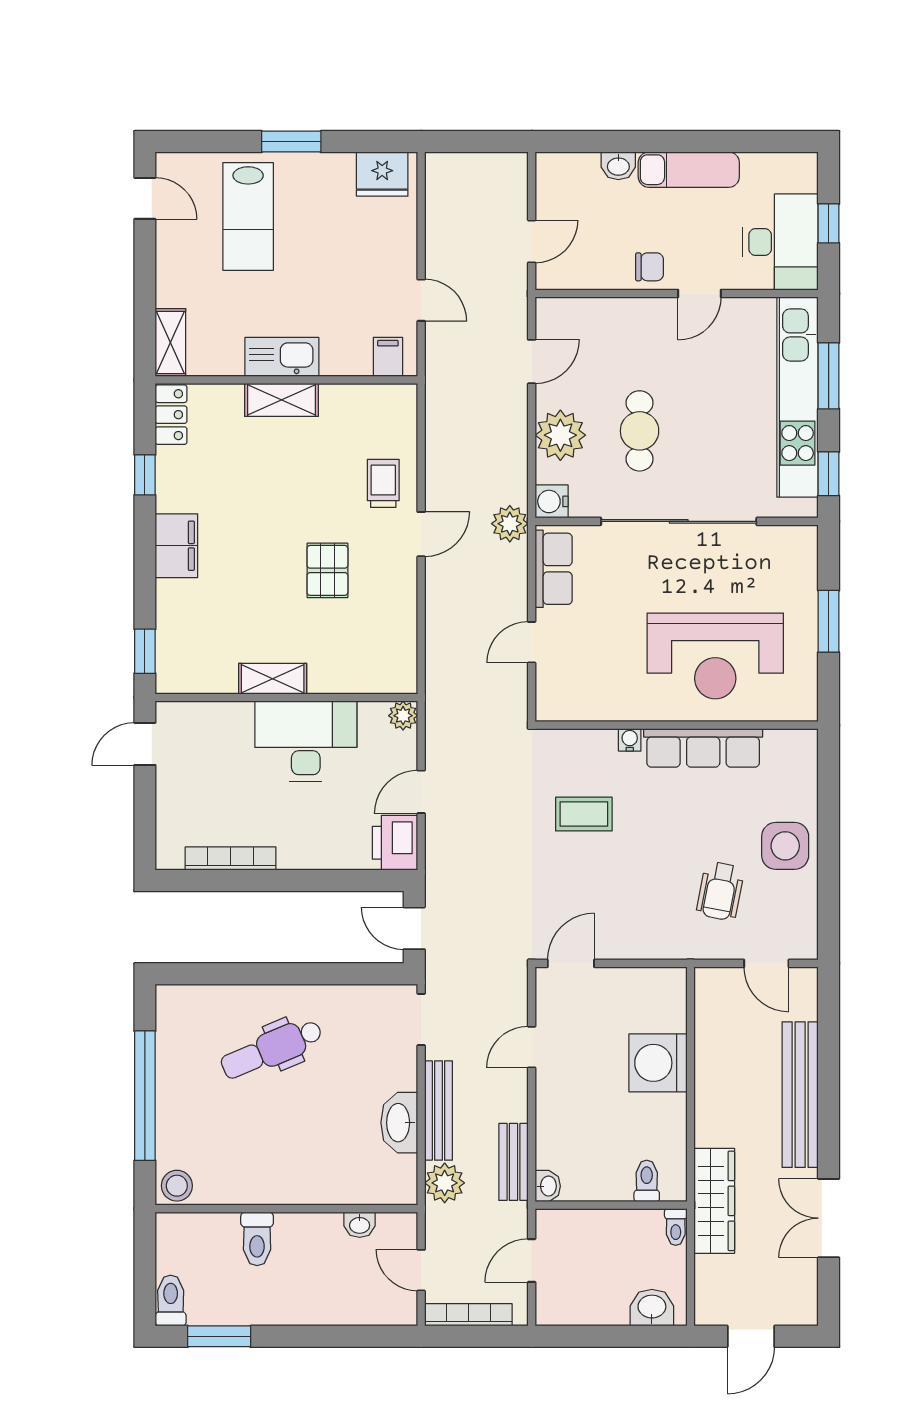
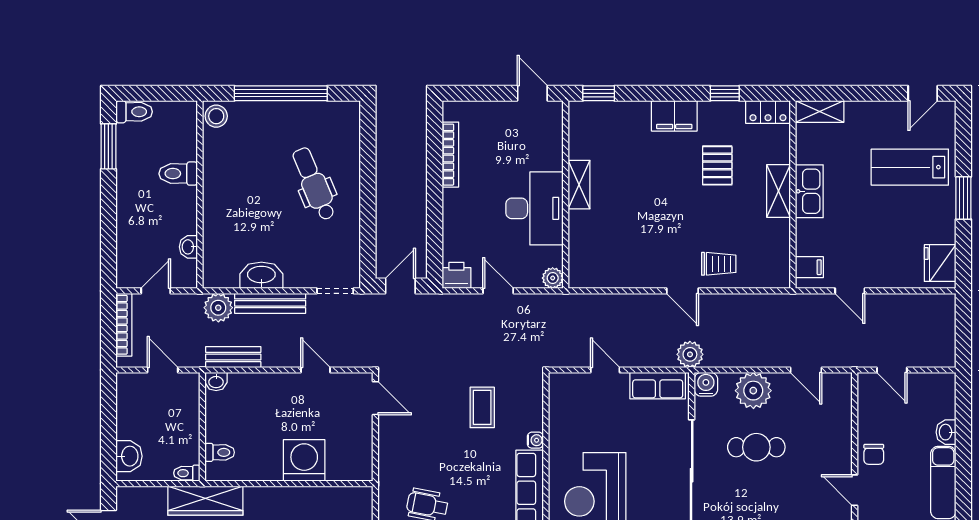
door: (421, 300) -> (850, 291), hinge flipped
pallet: (327, 570) -> (717, 165), moved, turned 90
printer: (395, 843) -> (456, 275), width x0.73, depth x0.81

